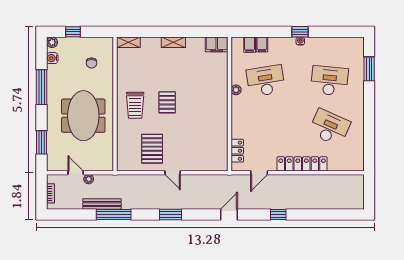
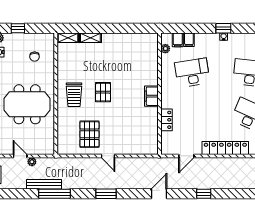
shelving: (173, 42) -> (90, 38), moved
filing cabinet: (217, 44) -> (151, 96), moved, turned 90
plant: (236, 90) -> (165, 49), moved
meeting table: (83, 116) -> (27, 104), turned 90
locker: (237, 151) -> (166, 120), moved

